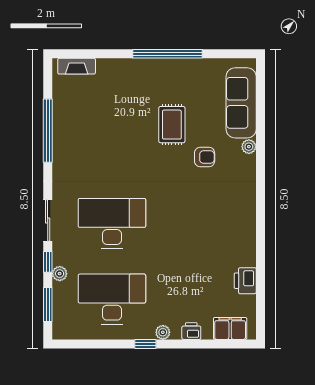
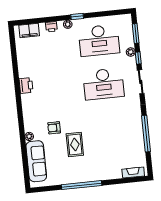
printer: (245, 281) -> (26, 86), moved

